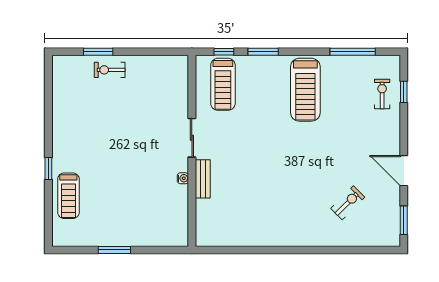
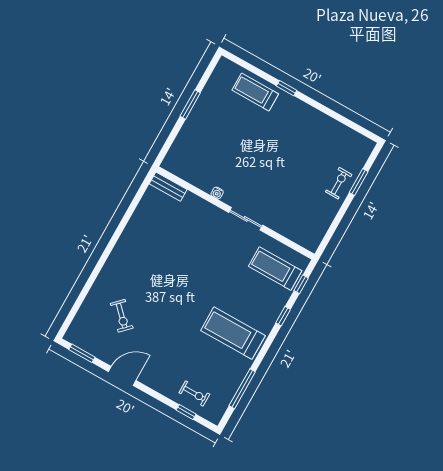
window: (263, 52) -> (283, 316), width x0.67
bench: (203, 179) -> (168, 187), moved

